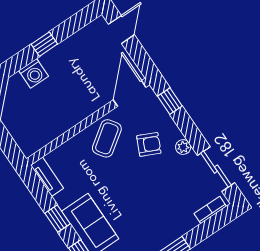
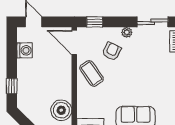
window: (44, 44) -> (12, 86), moved
washing machine: (34, 73) -> (25, 50), moved
boiler: (40, 132) -> (61, 110), added

